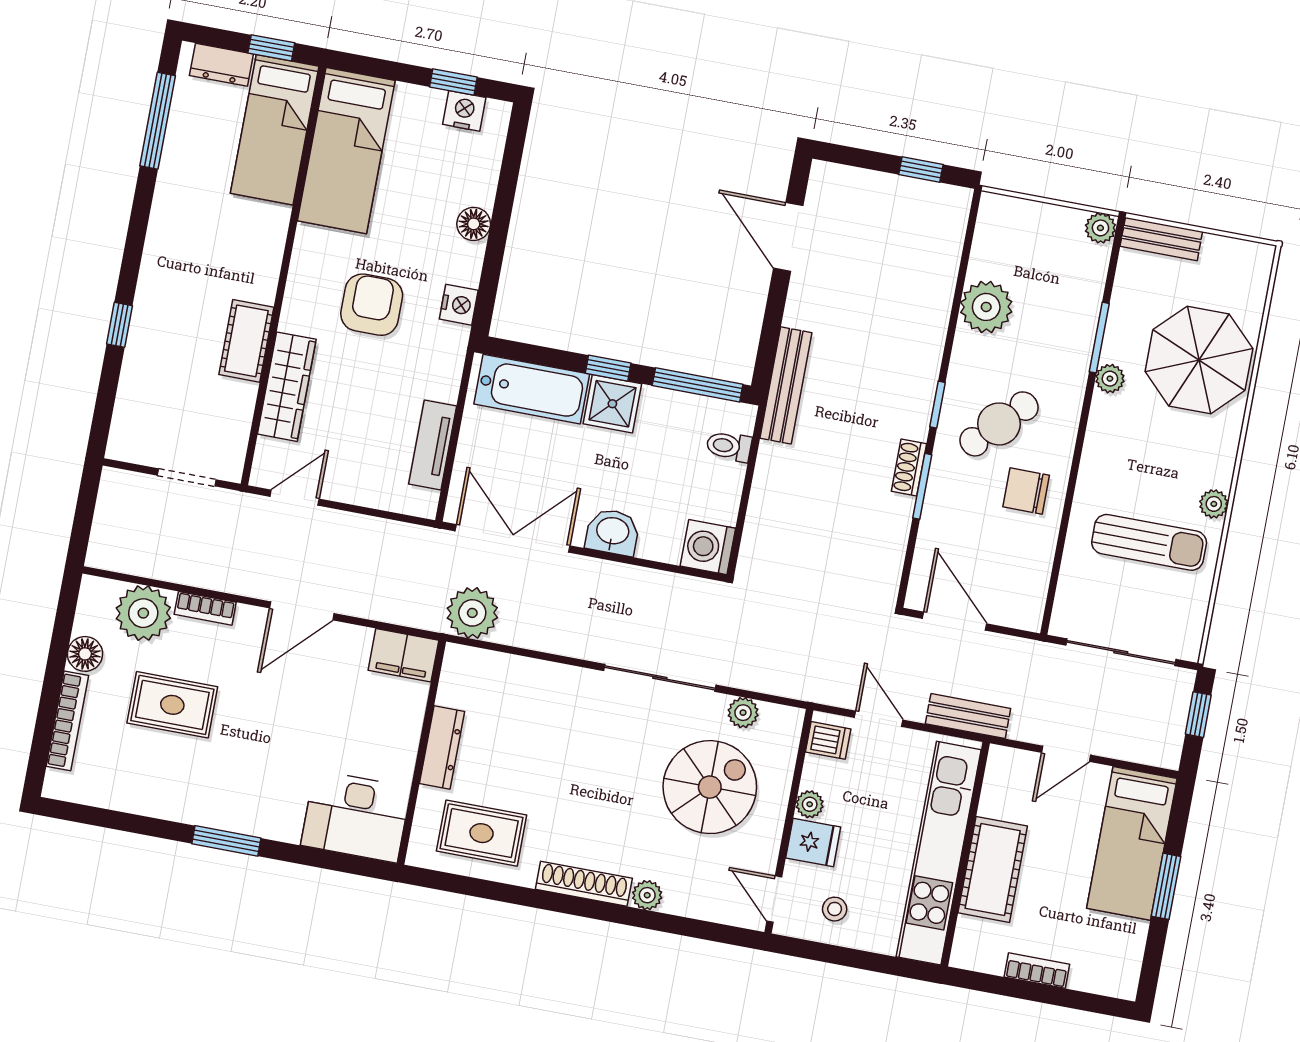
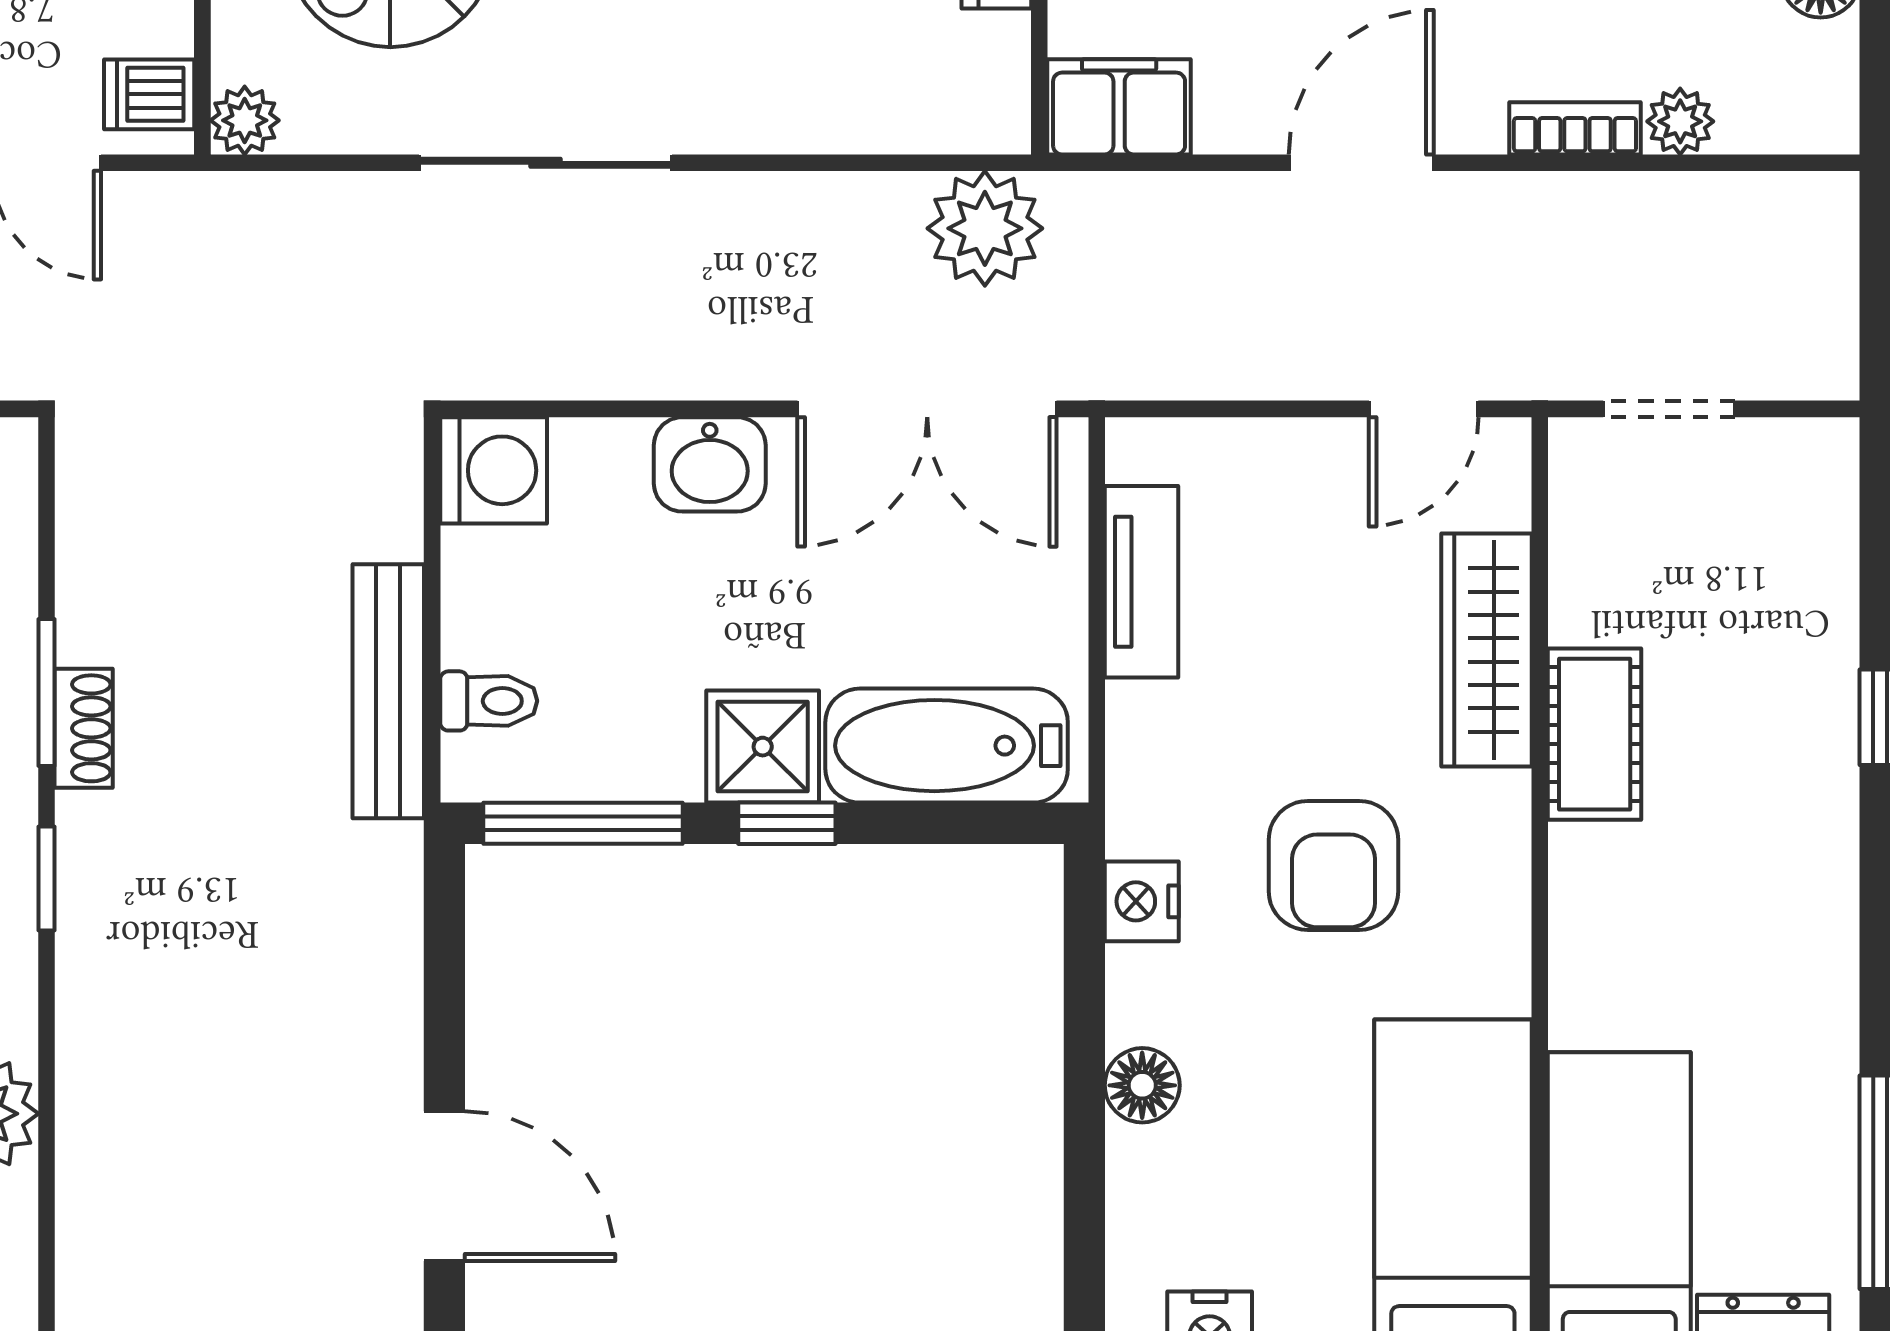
bench: (786, 385) -> (388, 691), moved
plant: (143, 613) -> (1680, 121), width x0.53, depth x0.53
plant: (743, 713) -> (245, 120), moved

